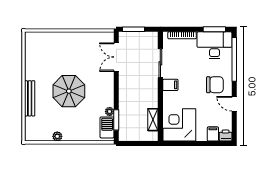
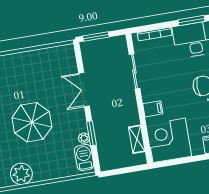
double door: (116, 57) -> (84, 90), moved
filing cabinet: (170, 85) -> (153, 109), moved
window: (116, 120) -> (91, 133), moved
plant: (57, 136) -> (21, 174), width x1.88, depth x1.88

